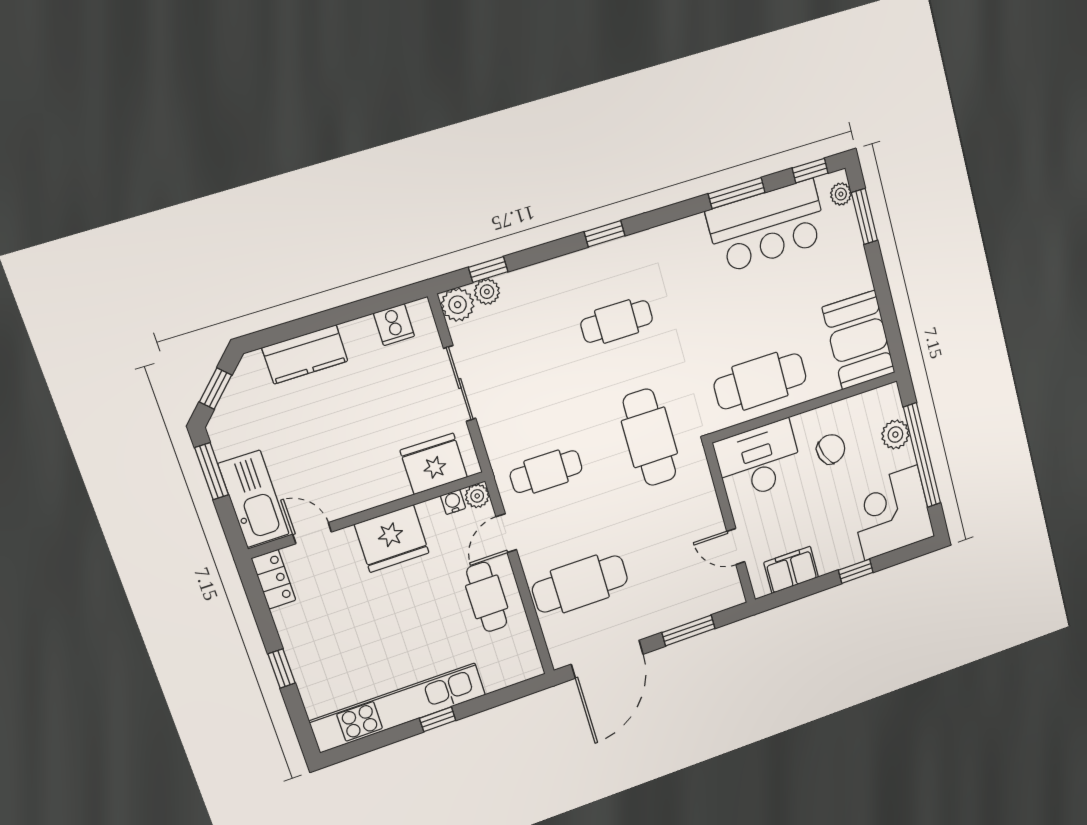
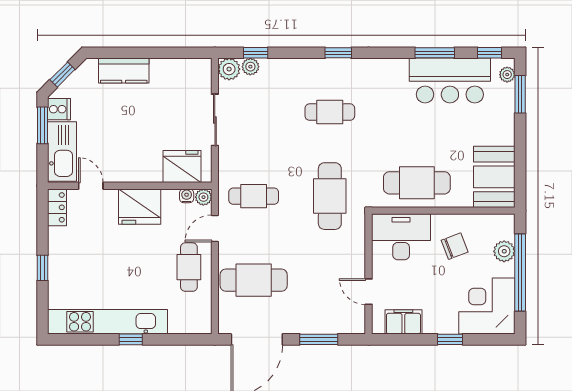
cooker: (394, 325) -> (59, 109), moved, turned -90

